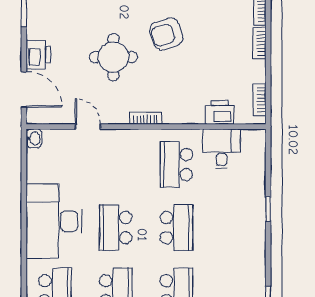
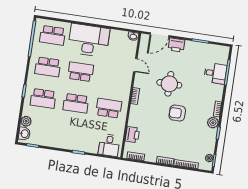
armchair: (166, 34) -> (177, 113), turned -71
door: (88, 127) -> (135, 65), hinge flipped
desk: (222, 149) -> (109, 145), moved, turned 90

